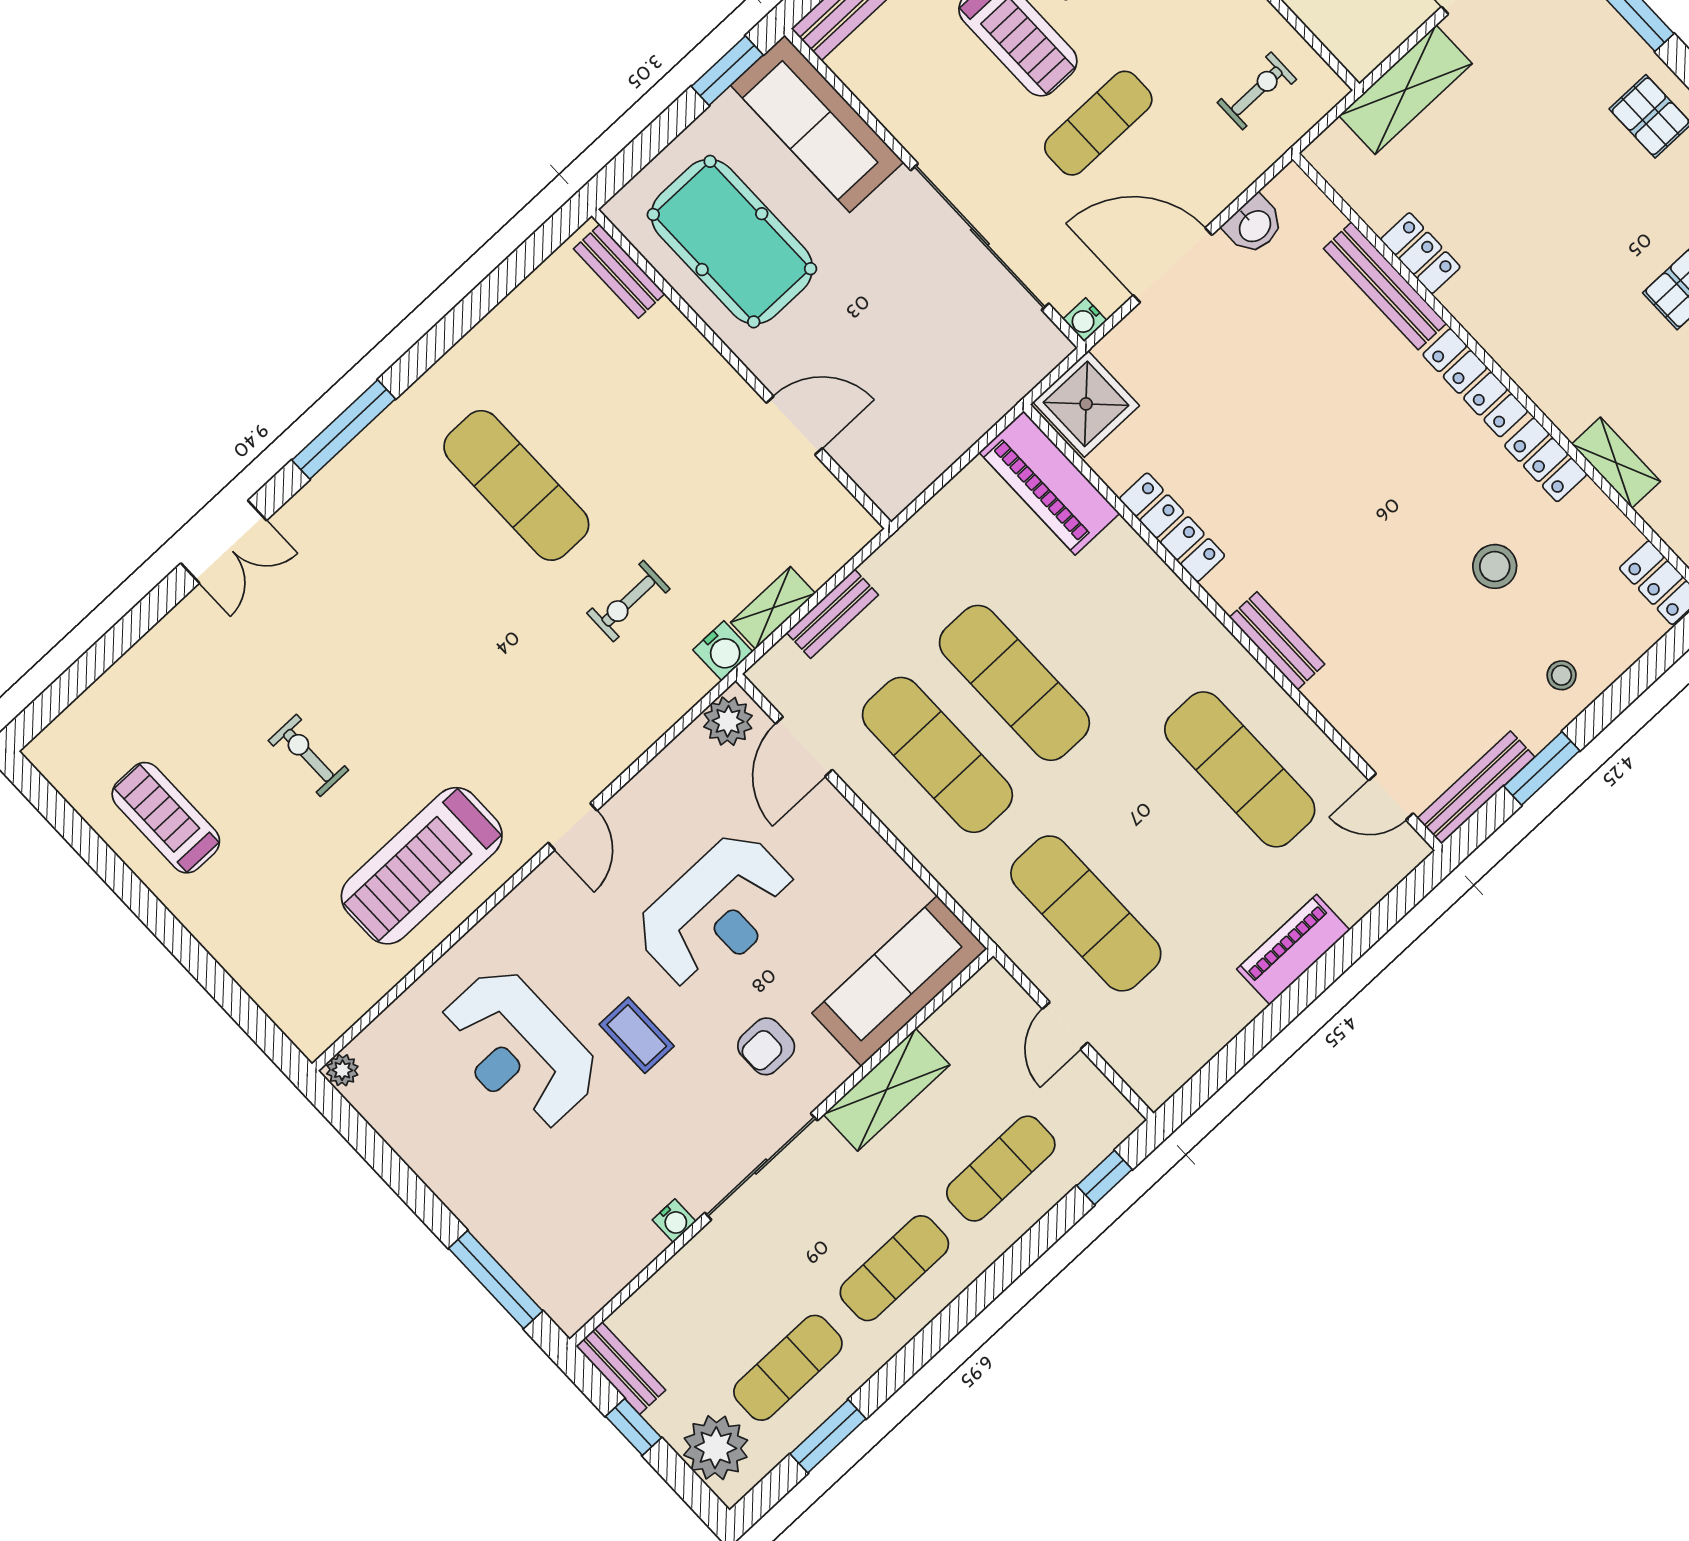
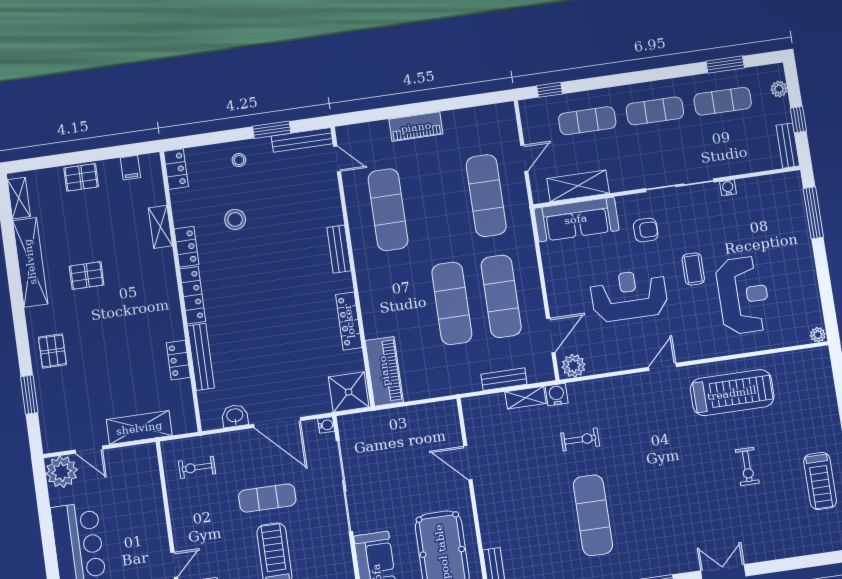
shelving: (887, 1090) -> (578, 186), moved
plant: (716, 1448) -> (779, 89), width x0.53, depth x0.53

